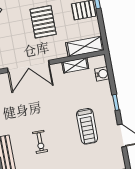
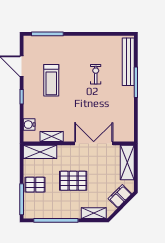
pallet: (43, 22) -> (73, 181), turned 90
treadmill: (87, 126) -> (51, 80), turned 180

